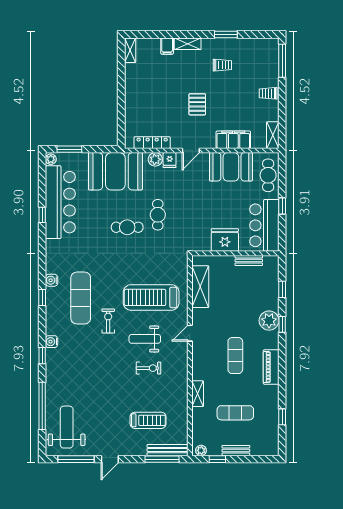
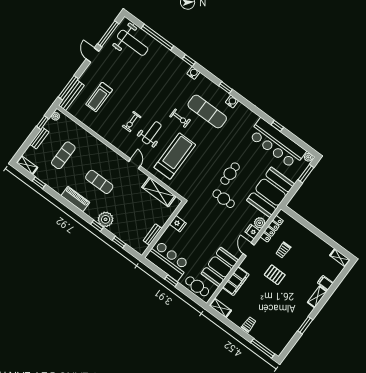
trolley: (222, 65) -> (283, 250), moved
fridge: (225, 240) -> (178, 224), width x0.53, depth x0.75
shelving: (198, 394) -> (27, 165), moved

